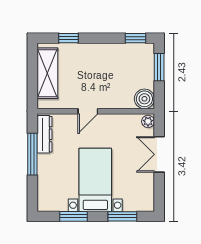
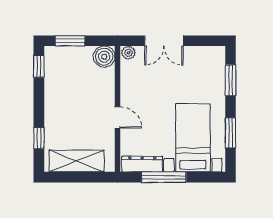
bed with nightstands: (95, 180) -> (193, 138), moved, turned 90

